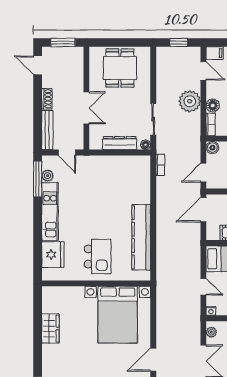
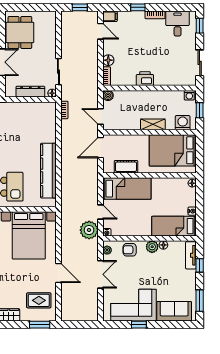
dining table: (120, 68) -> (20, 32), moved
plant: (190, 101) -> (89, 230), moved
door: (203, 173) -> (100, 117), hinge flipped
door: (153, 360) -> (58, 273), swing flipped

